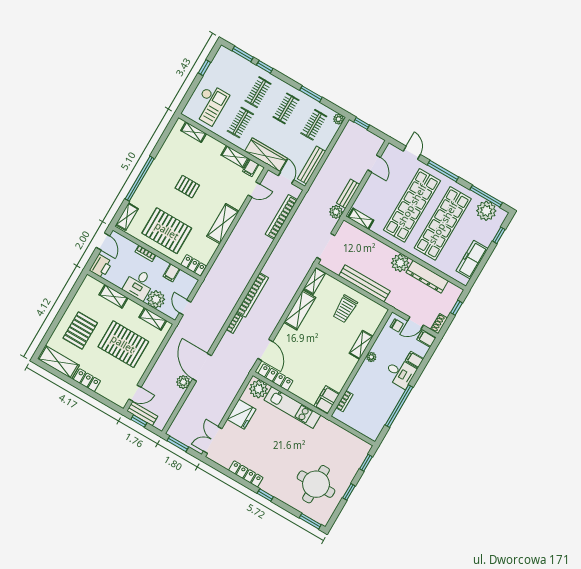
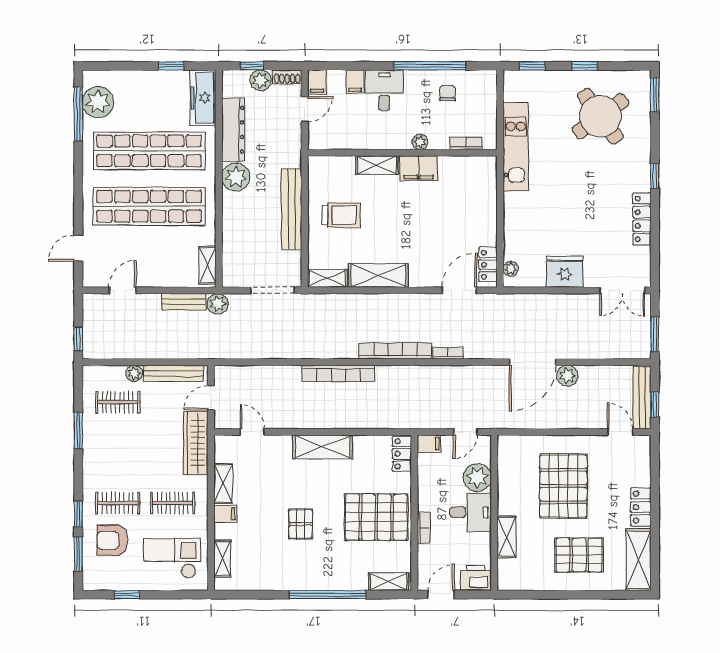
armchair: (239, 77) -> (112, 540), added
clothes rail: (286, 108) -> (118, 453), removed
plant: (339, 119) -> (134, 373), moved
filing cabinet: (251, 168) -> (225, 514), moved
window: (443, 171) -> (78, 192), removed
bookcase: (281, 217) -> (338, 373), moved
pallet: (167, 231) -> (376, 517), turned 90
window: (499, 235) -> (171, 66), moved
freezer: (472, 260) -> (203, 98), moved, turned 90
filing cabinet: (171, 273) -> (429, 444), moved
plant: (446, 308) -> (261, 80), added
shelving: (153, 319) -> (506, 466), removed
door: (416, 323) -> (305, 109), hinge flipped
chair: (397, 325) -> (447, 93), moved
plant: (371, 357) -> (420, 142), moved
locker: (275, 377) -> (488, 265), width x0.66
plant: (259, 389) -> (511, 269), width x0.53, depth x0.53
filing cabinet: (327, 400) -> (419, 168), moved
kitchen unit: (292, 408) -> (516, 147), moved
bench: (142, 414) -> (642, 397), width x1.36
round table: (316, 484) -> (600, 116), turned -36

